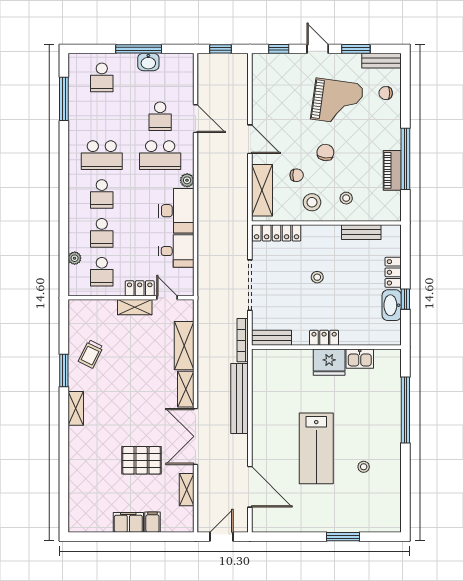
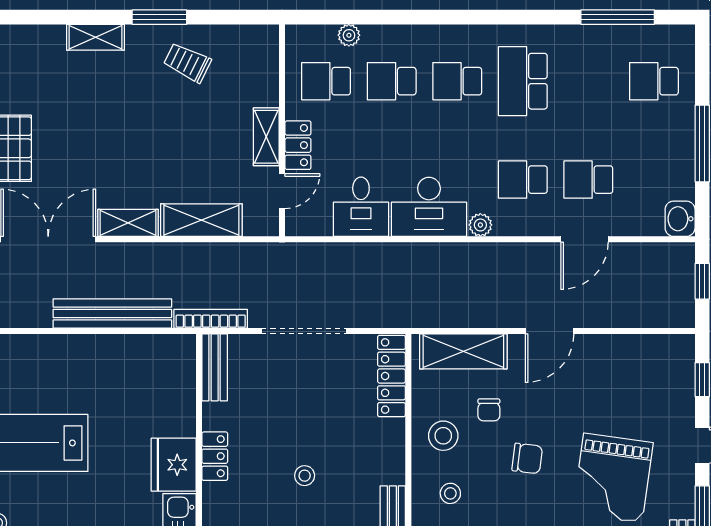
washbasin: (148, 62) -> (680, 219), moved
school desk: (160, 155) -> (523, 180), width x0.54
stool: (317, 277) -> (305, 476), moved

